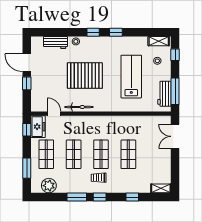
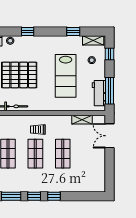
window: (116, 32) -> (73, 32), moved
lab bench: (131, 77) -> (66, 76), turned 180
trolley: (99, 178) -> (38, 129), moved
shelving: (161, 188) -> (82, 120), moved
window: (132, 197) -> (54, 196), moved

